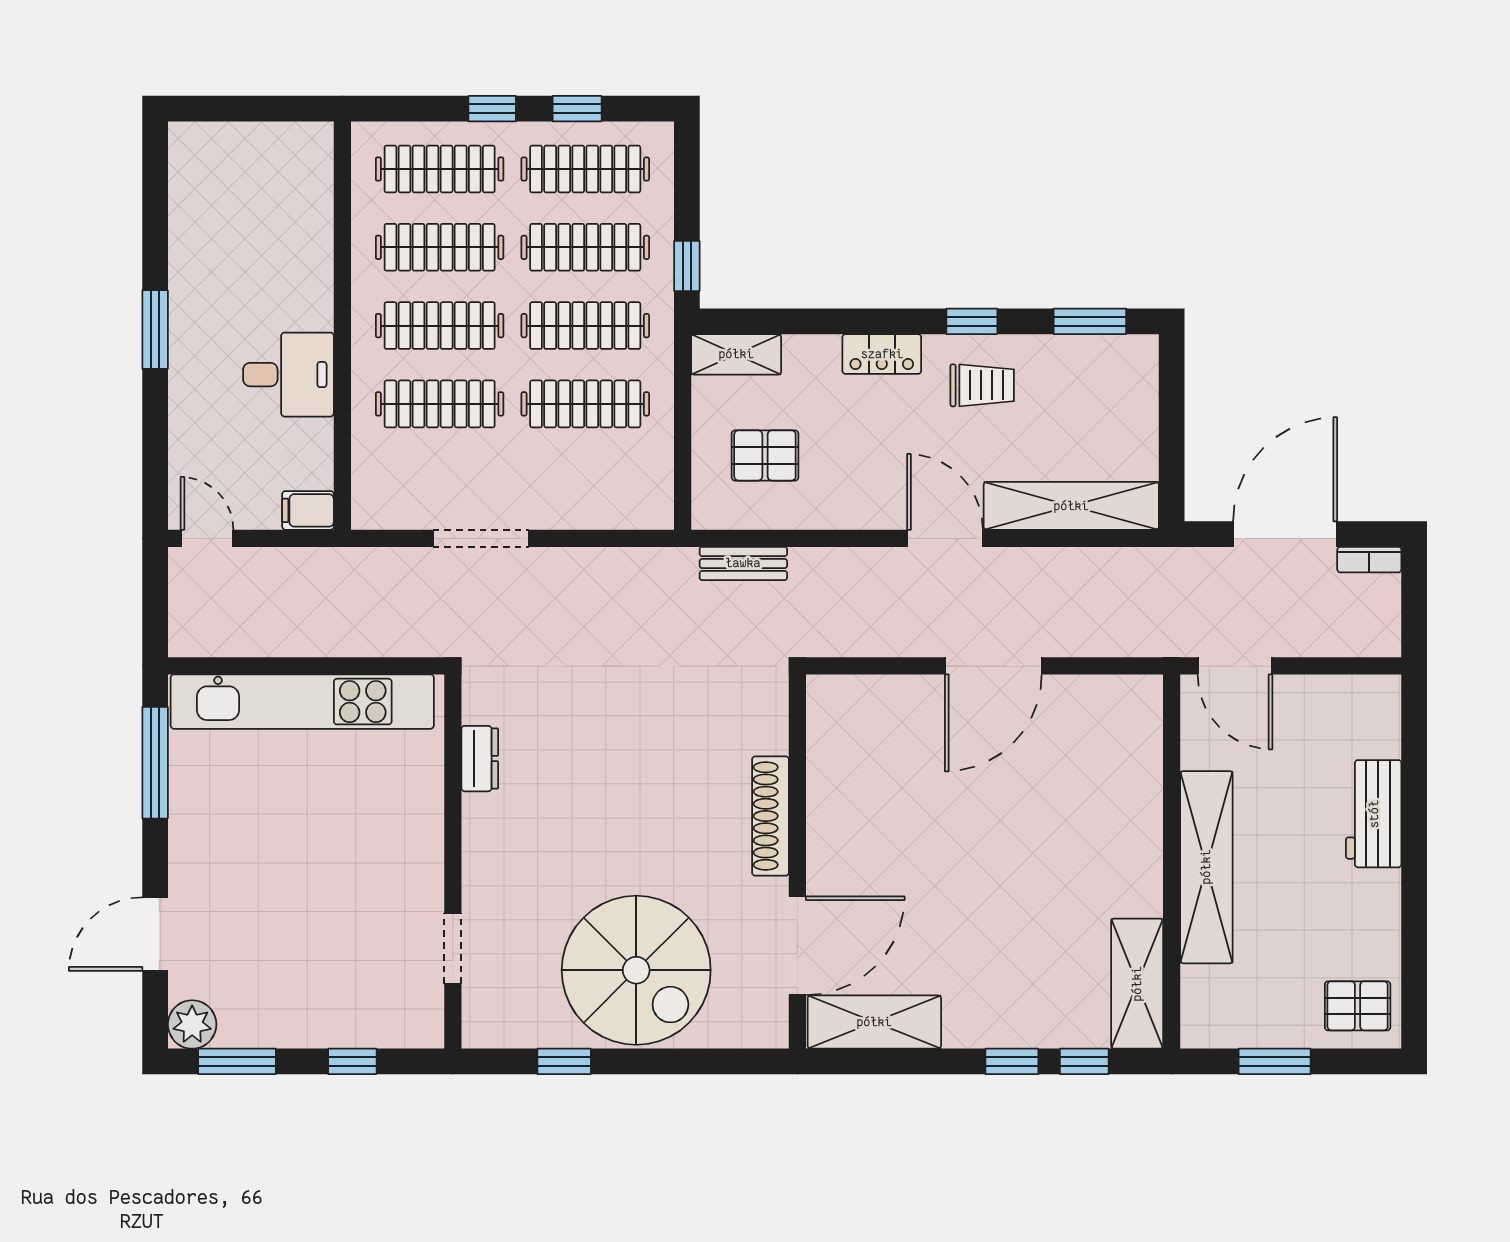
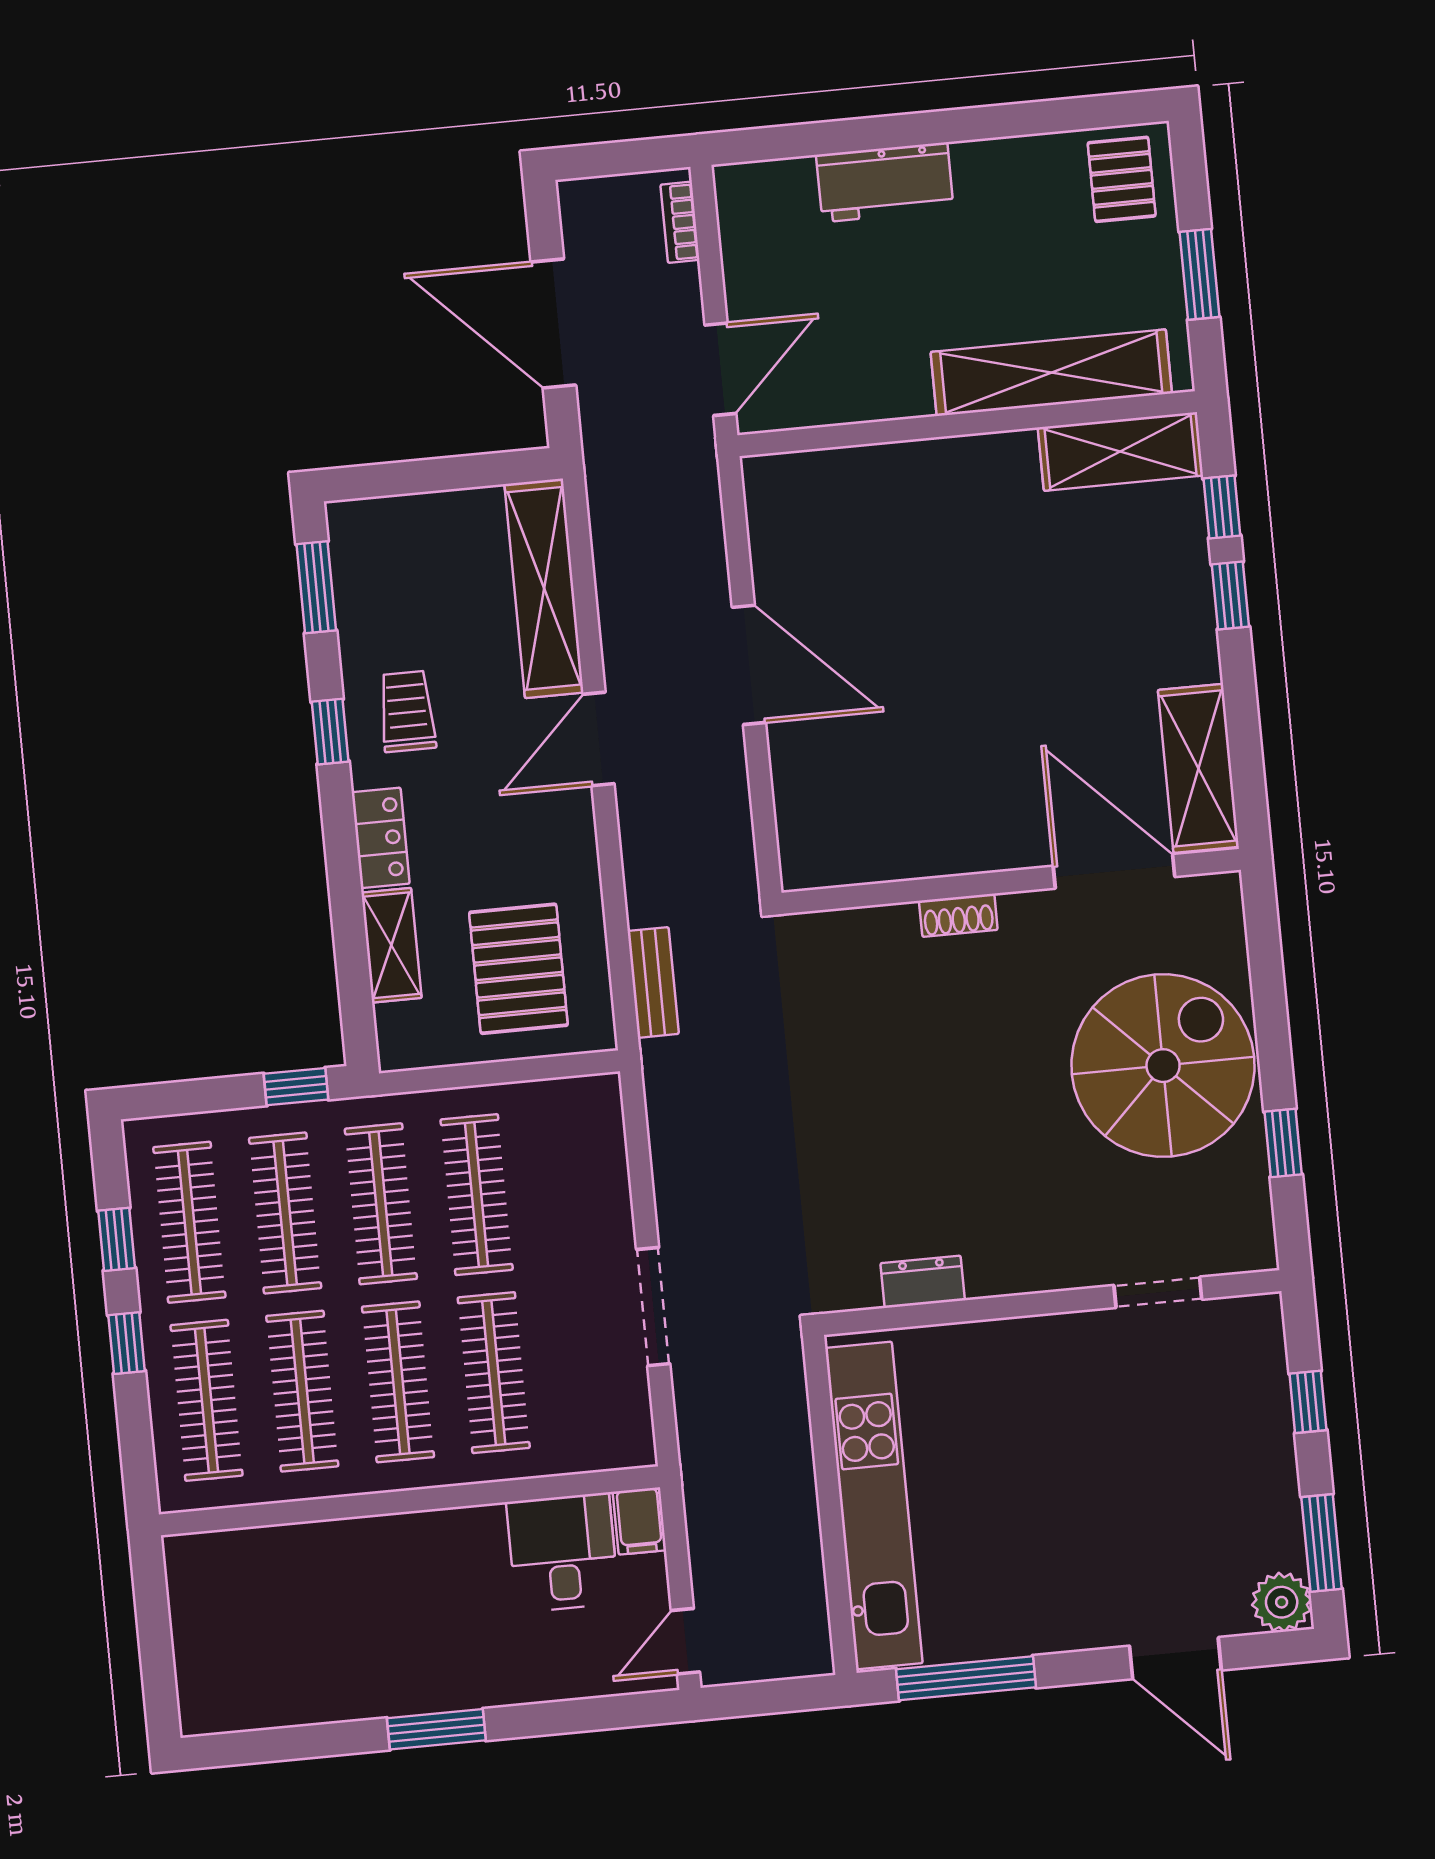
shelving: (736, 354) -> (391, 945), moved
desk: (288, 375) -> (563, 1553), moved
pallet: (765, 455) -> (518, 969), width x1.50, depth x1.42
bookcase: (1369, 560) -> (680, 222), moved, turned 180
shoe rack: (770, 816) -> (958, 915), width x0.51, depth x0.81
shelving: (1206, 867) -> (1051, 373), moved

